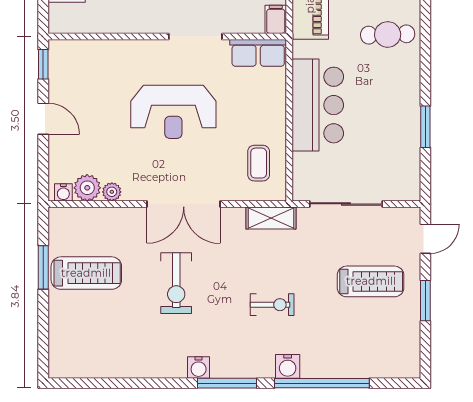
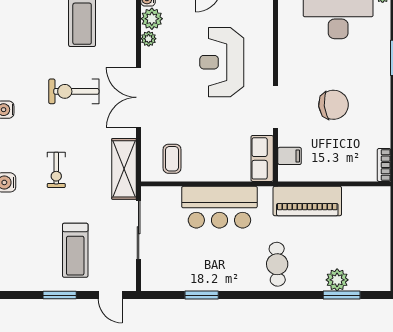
filing cabinet: (276, 19) -> (290, 156), moved
reception desk: (173, 112) -> (222, 62), moved
coffee table: (259, 163) -> (172, 159), turned 90
shelving: (271, 218) -> (124, 169), width x1.50, depth x1.33

